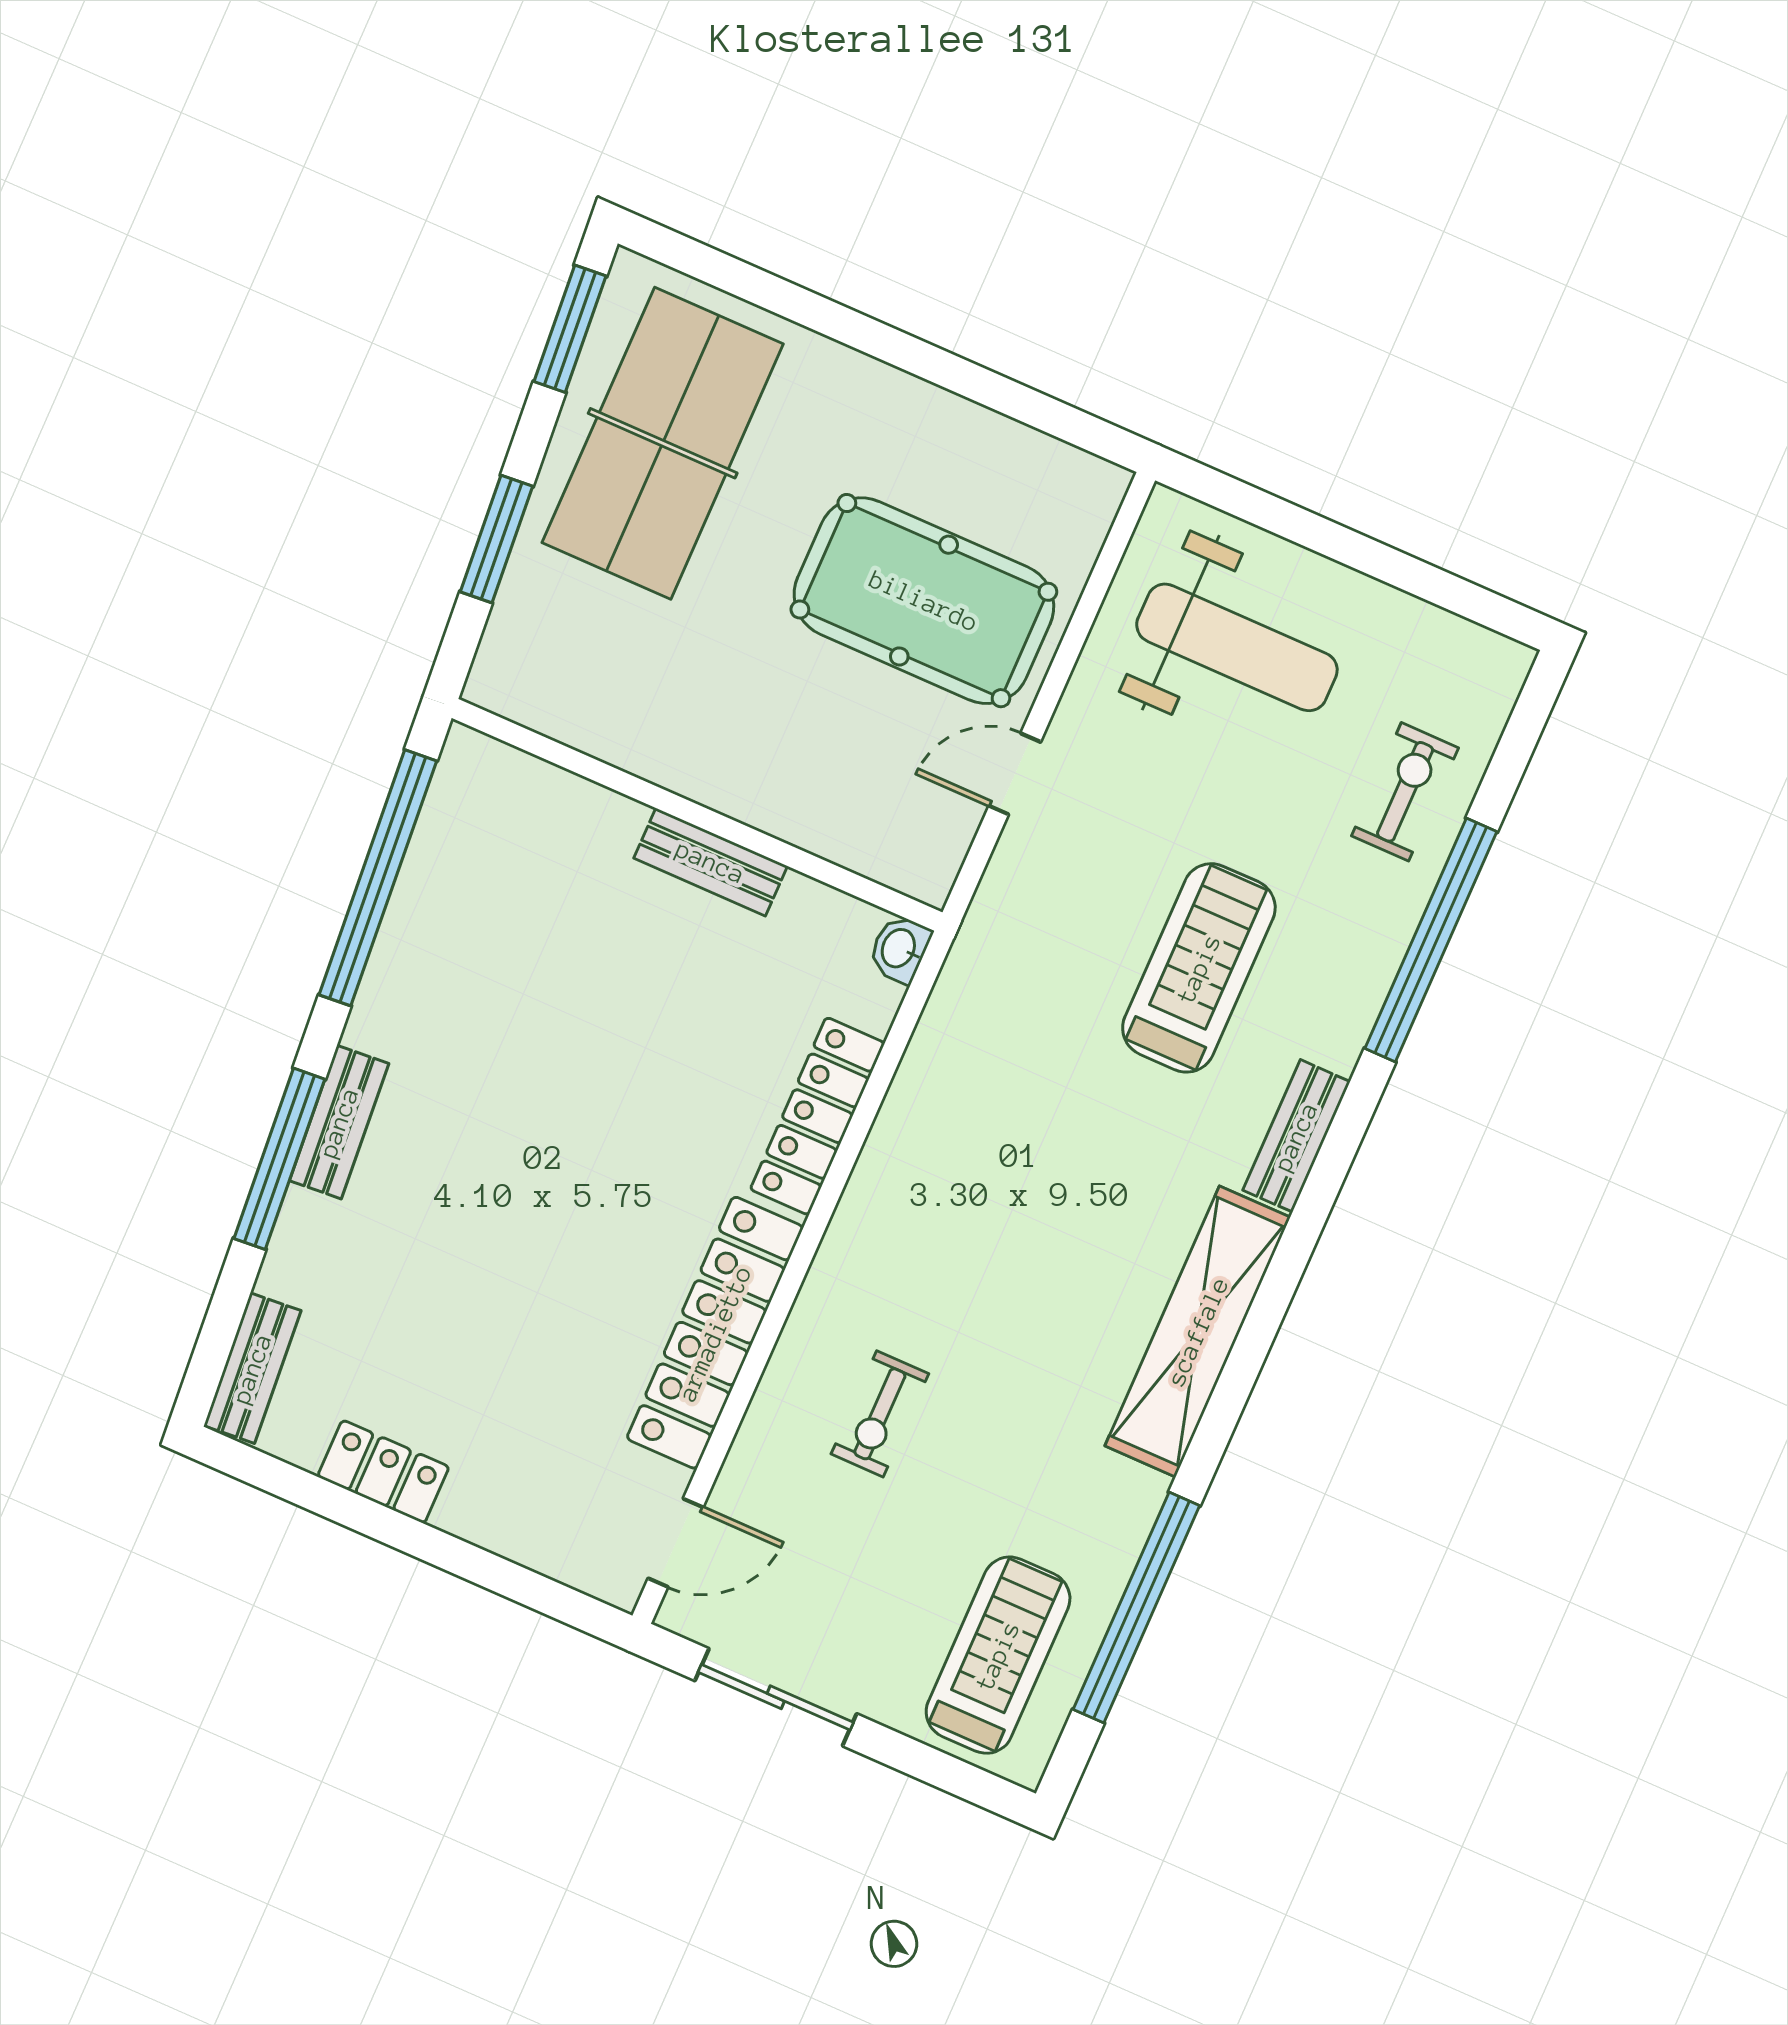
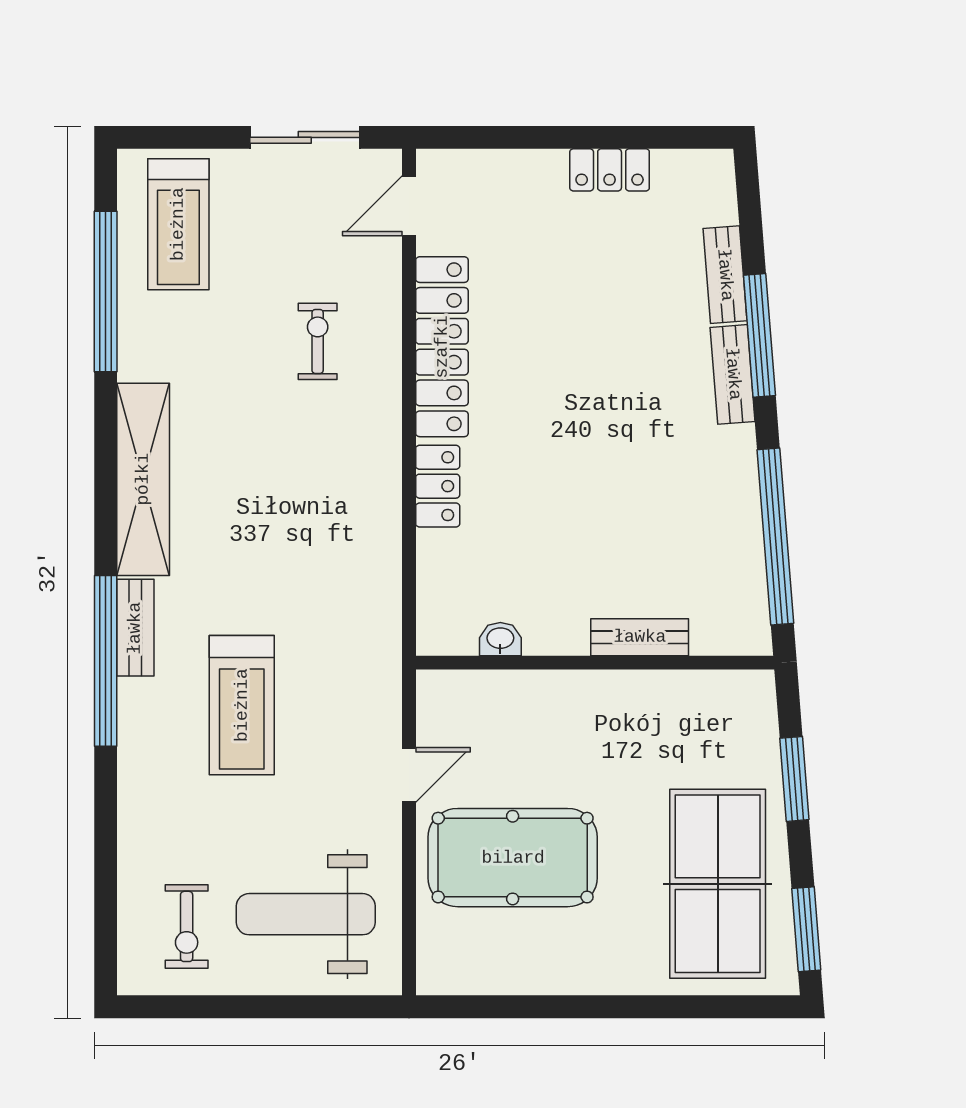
exercise bike: (1405, 792) -> (187, 926), moved
bench: (711, 862) -> (640, 637), moved
window: (1431, 940) -> (106, 661), moved
washbasin: (900, 949) -> (500, 639), moved, turned -90
locker: (817, 1116) -> (438, 486), width x0.66
bench: (252, 1368) -> (725, 275), moved

